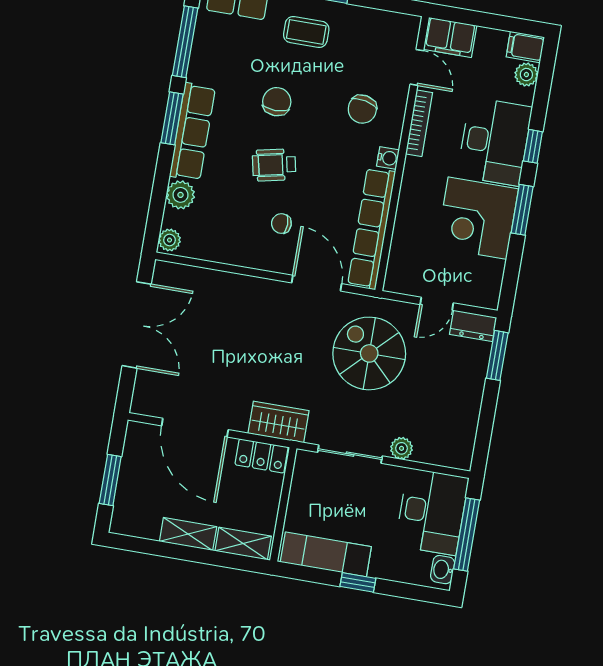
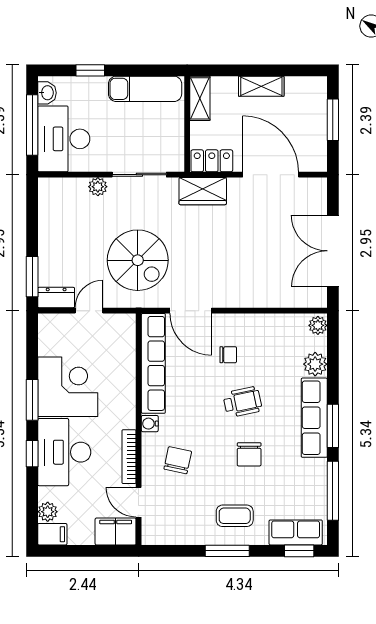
shelving: (243, 544) -> (200, 98), moved, turned 90
window: (358, 582) -> (90, 70), moved

